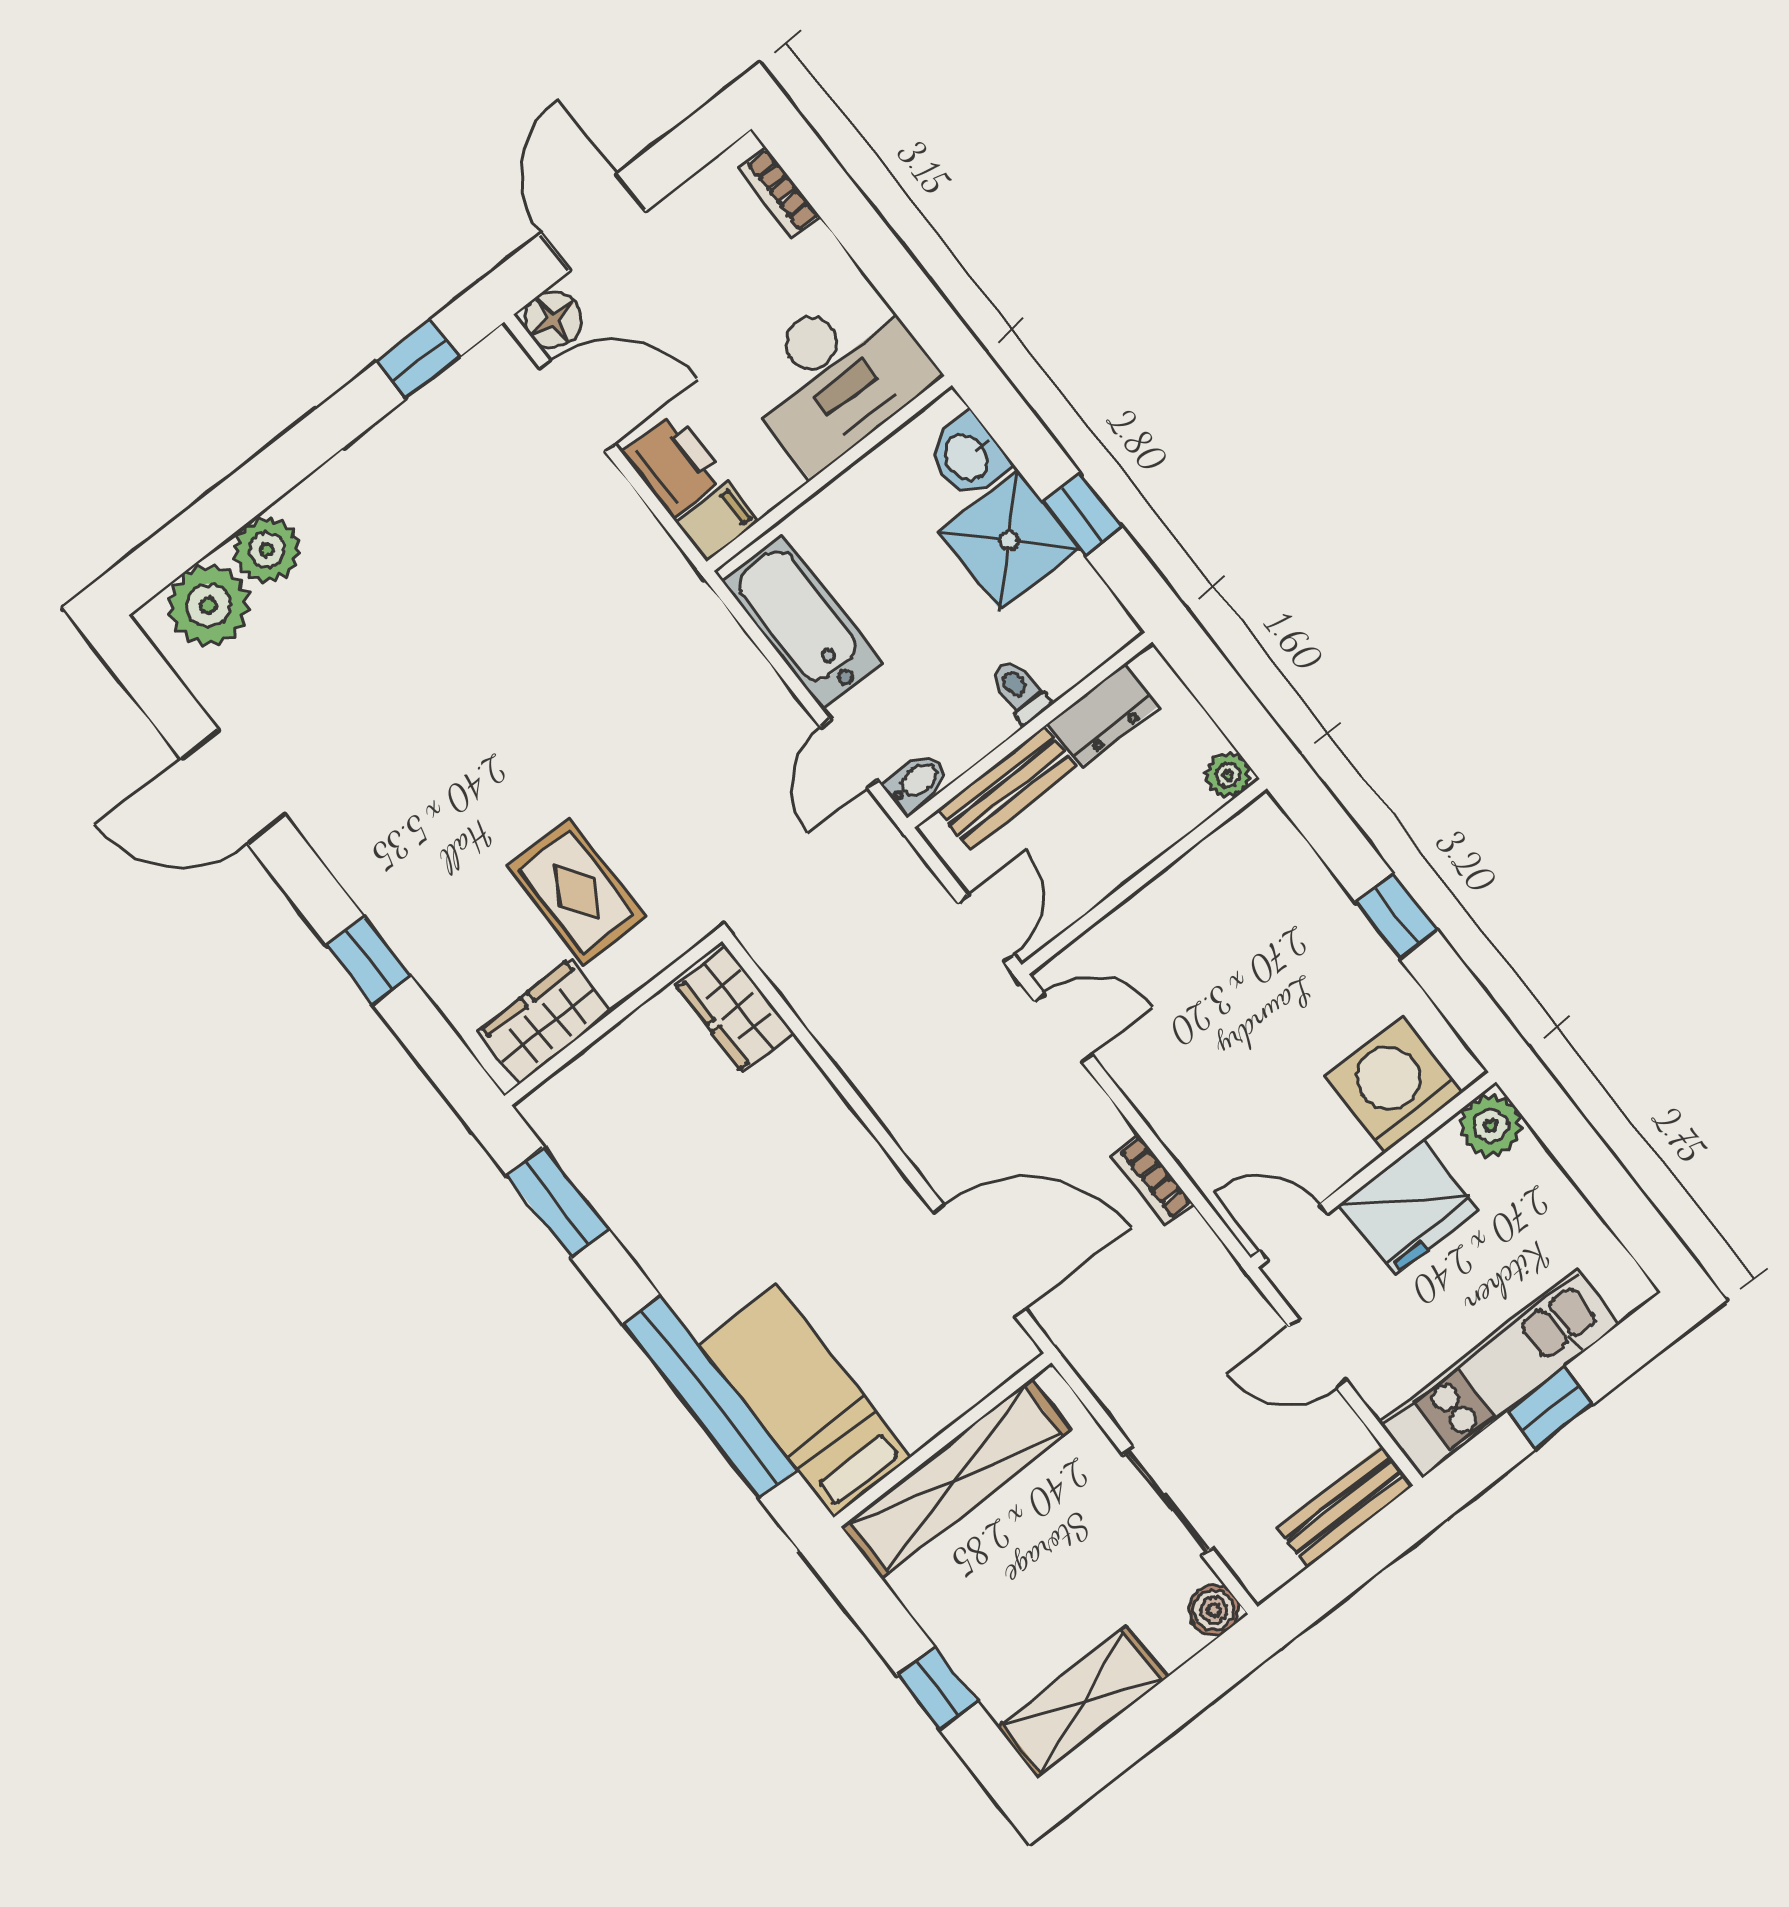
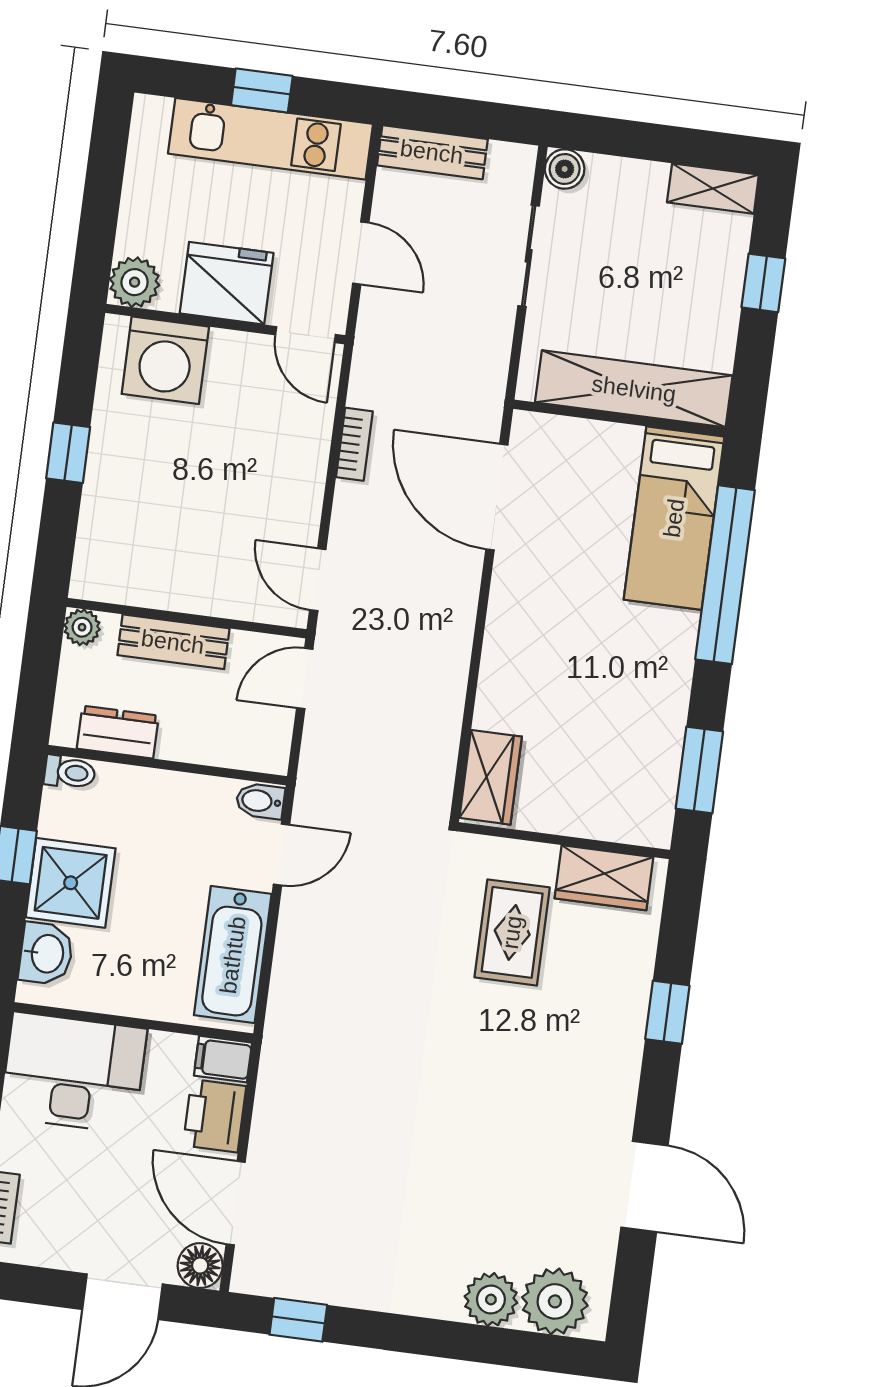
toilet: (1020, 691) -> (70, 772), moved, turned -90
bench: (1007, 788) -> (173, 642), moved
shelving: (1082, 1702) -> (713, 189), width x0.67, depth x0.75

